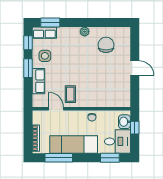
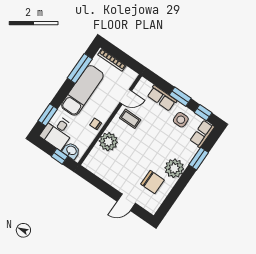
window: (50, 22) -> (199, 159), moved
plant: (85, 32) -> (174, 168), width x1.87, depth x1.87
door: (135, 68) -> (126, 202), moved
plant: (99, 99) -> (108, 142), added

